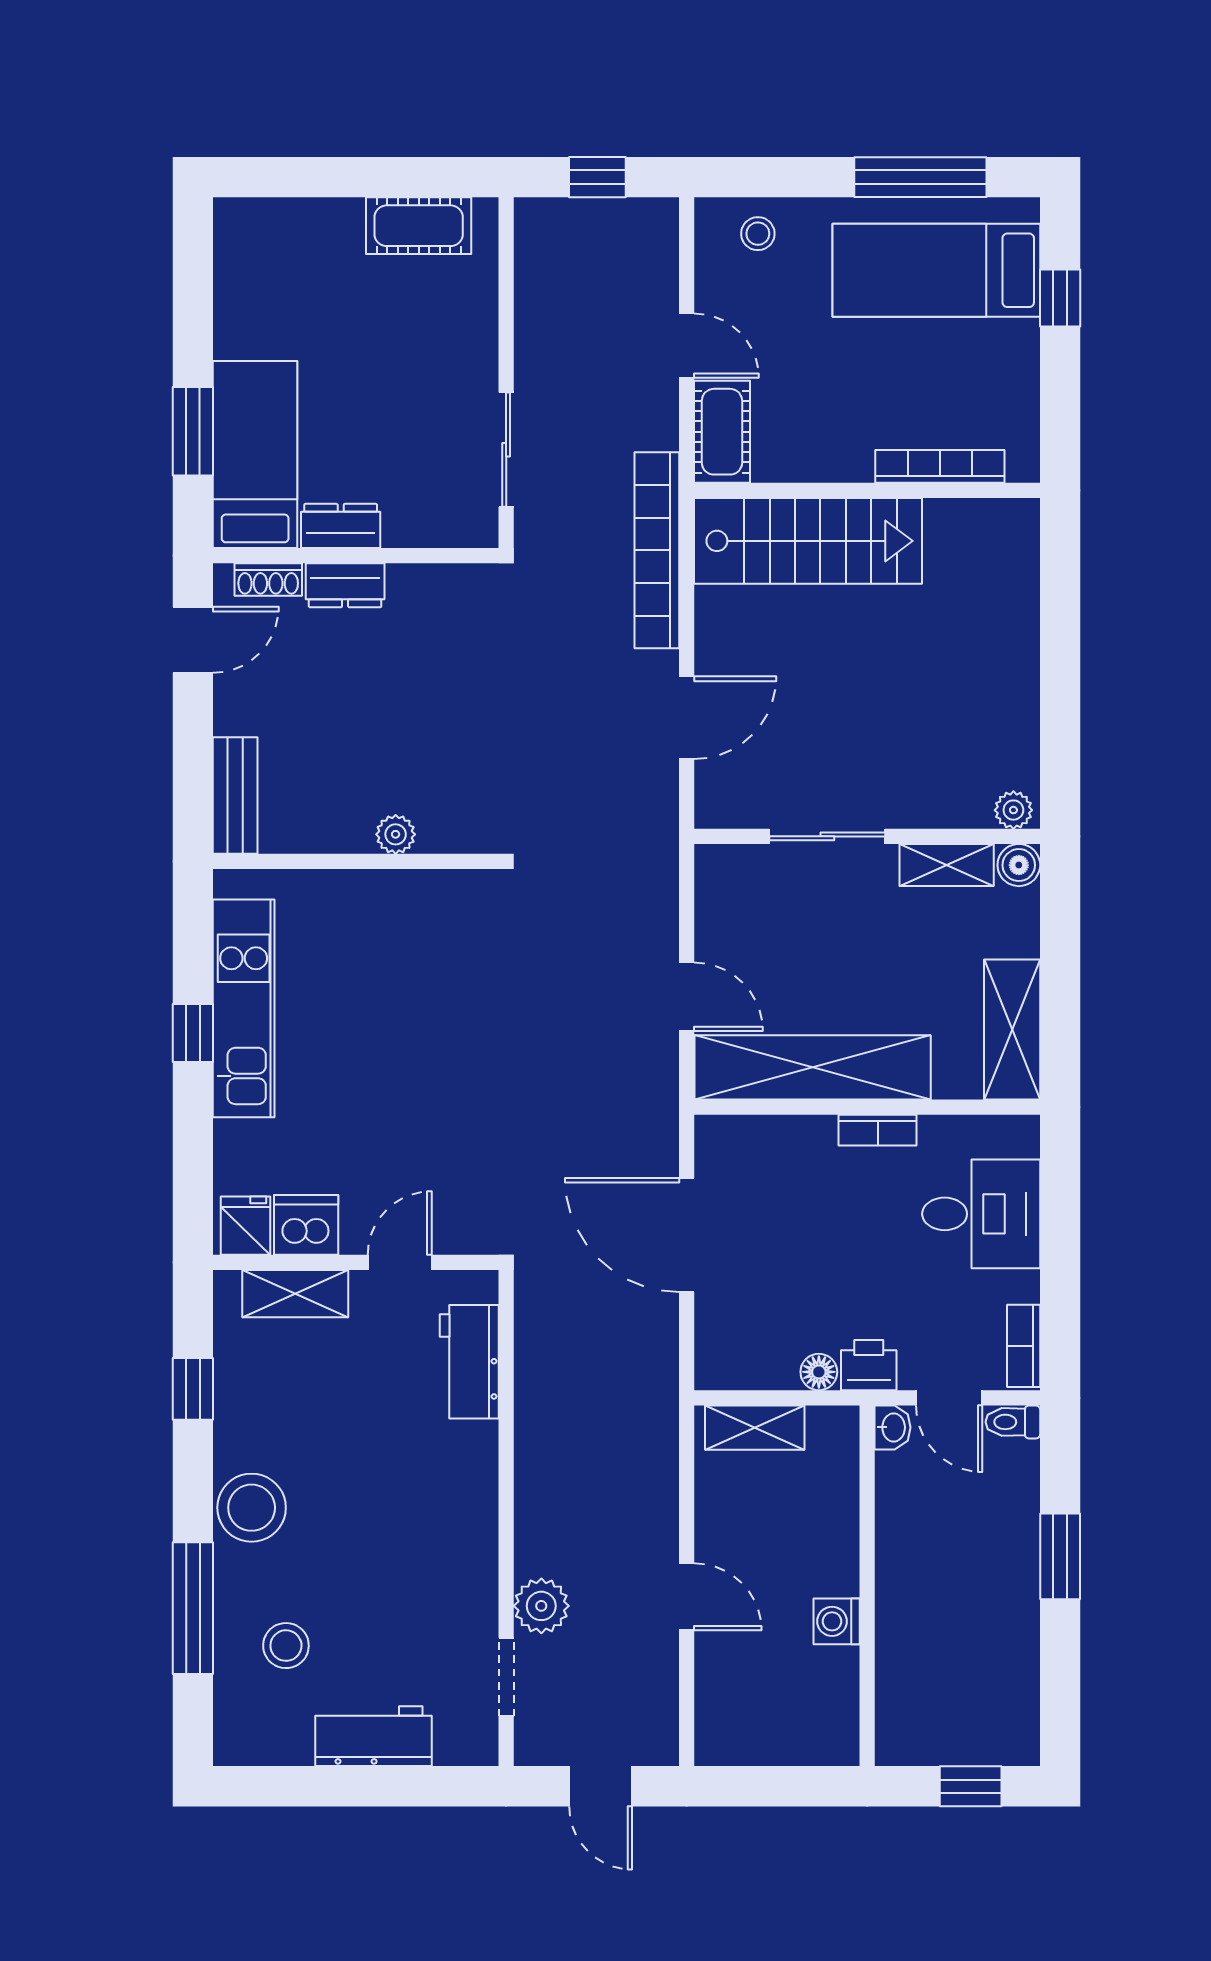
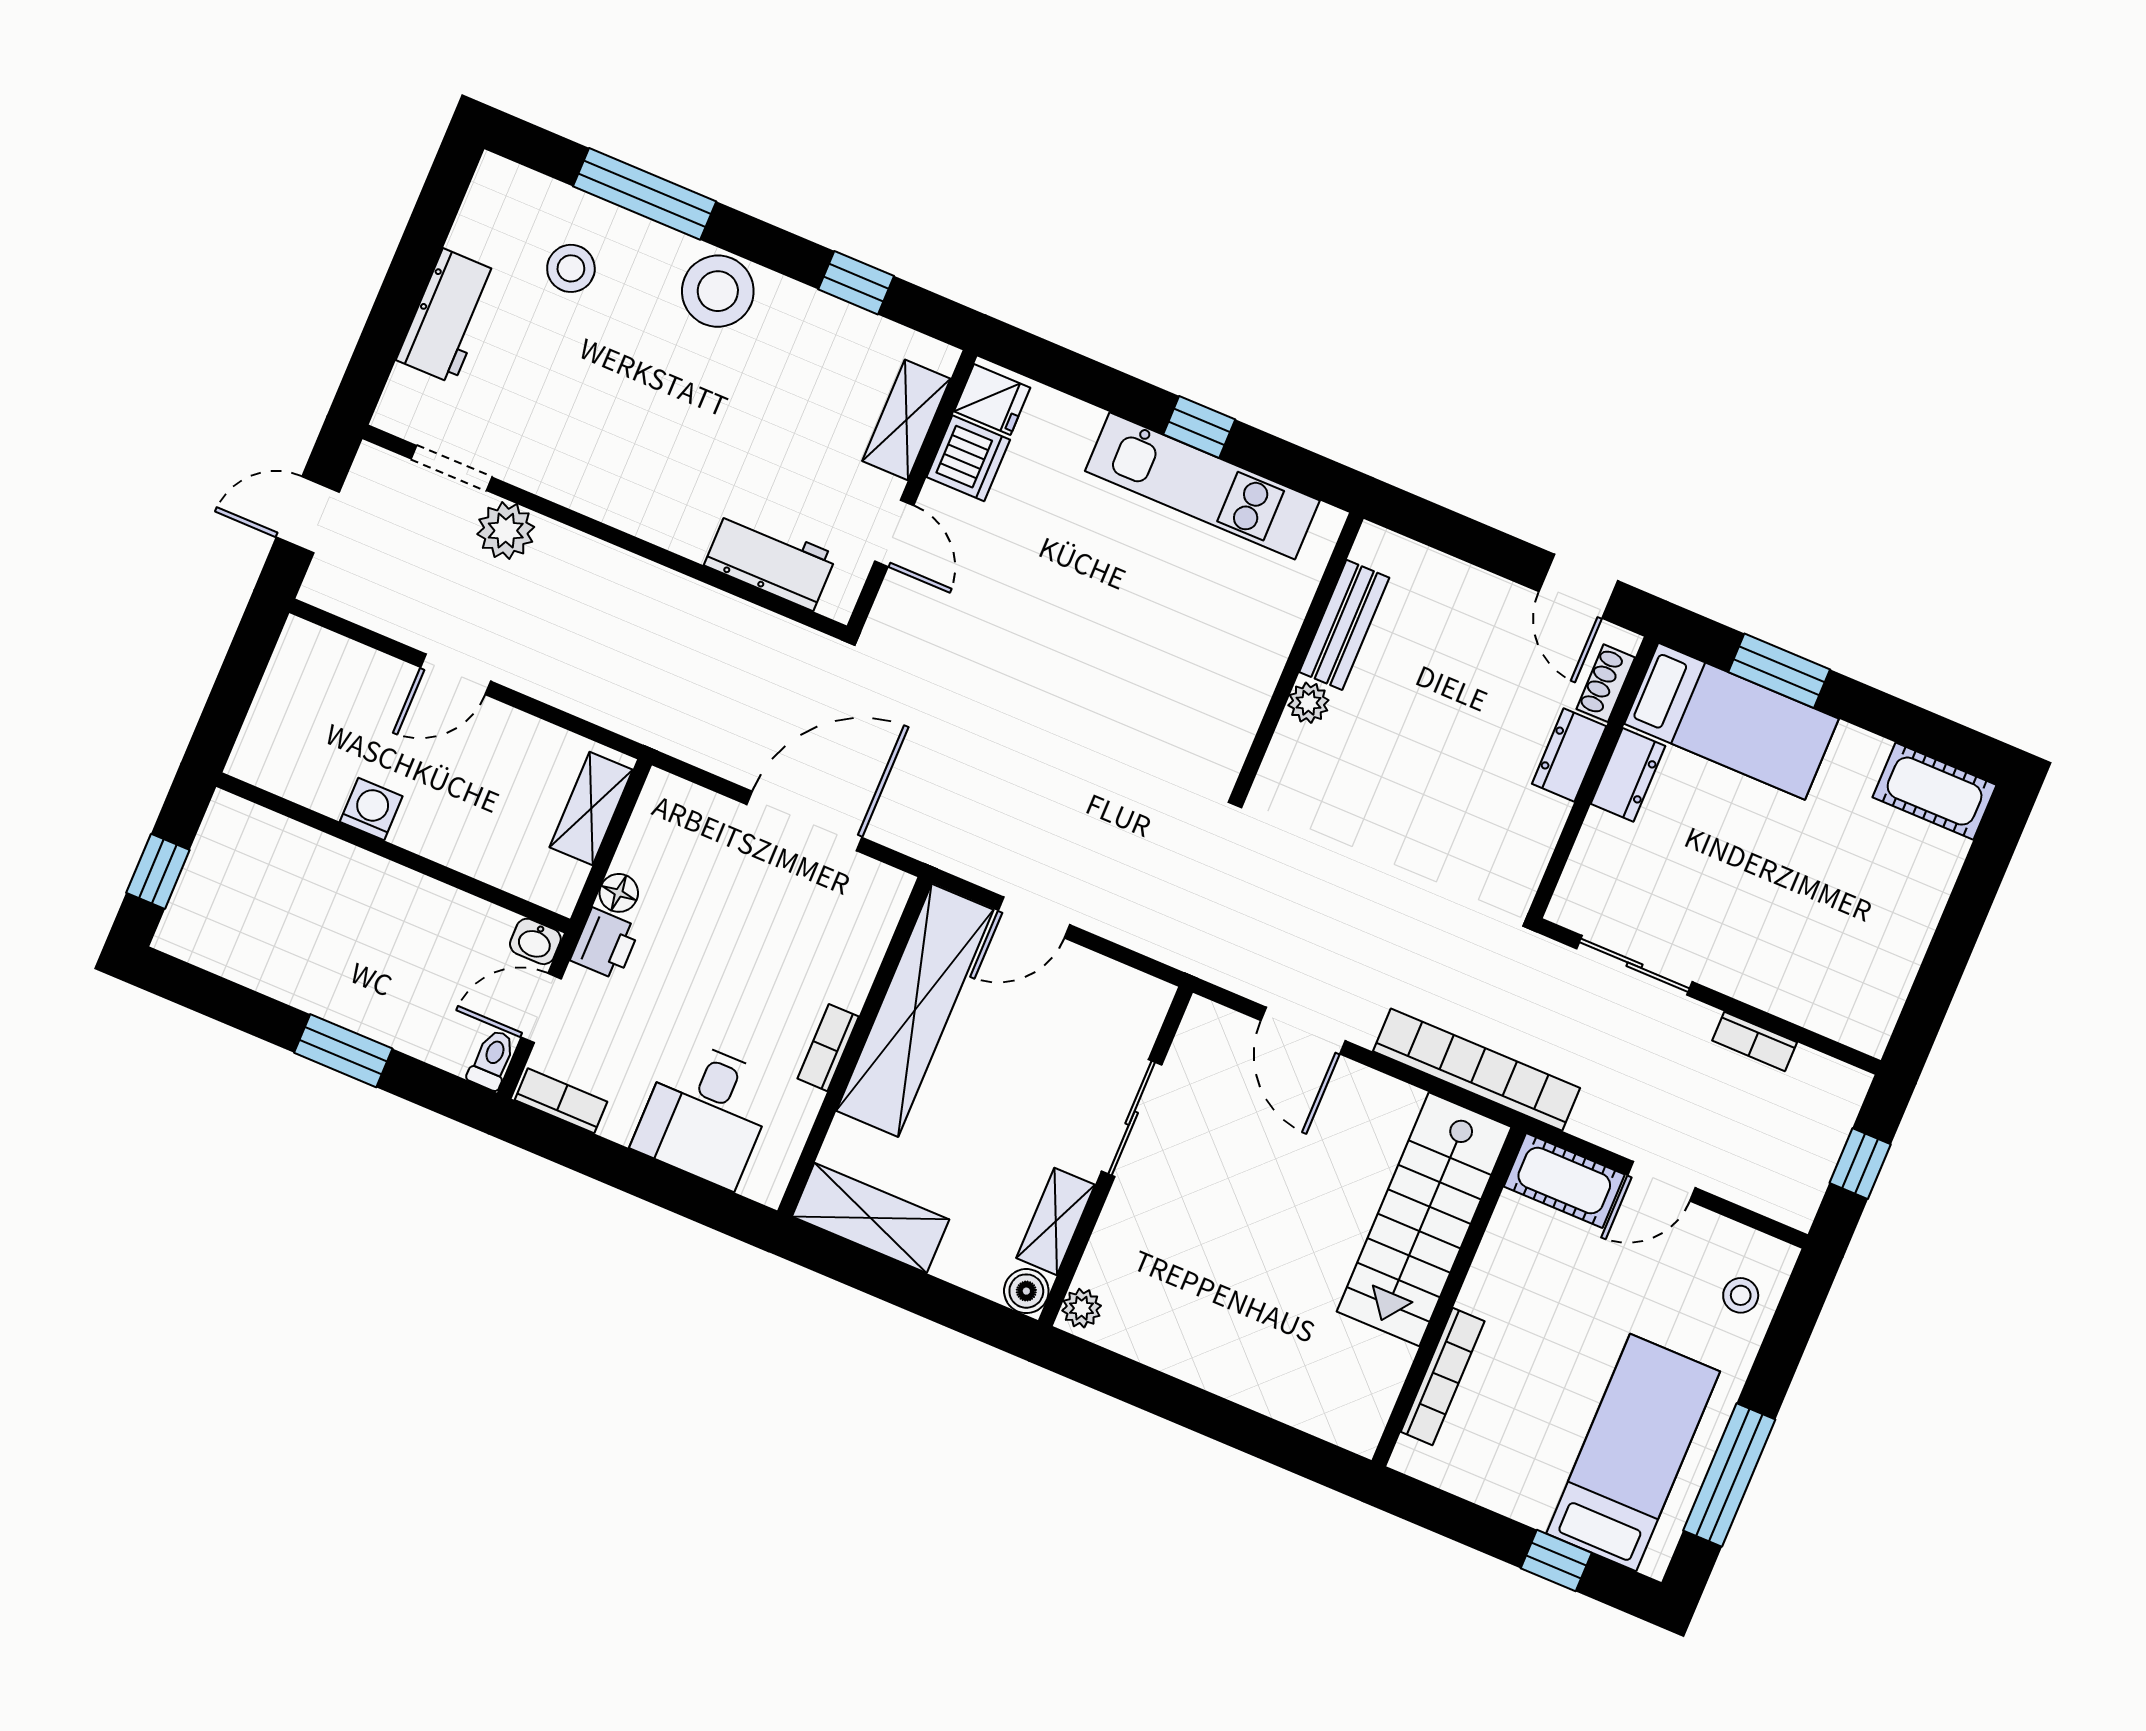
cot: (419, 226) -> (1935, 791), moved, turned 90
bookcase: (529, 316) -> (1755, 1041), added
bench: (235, 796) -> (1344, 625), moved, turned 90

